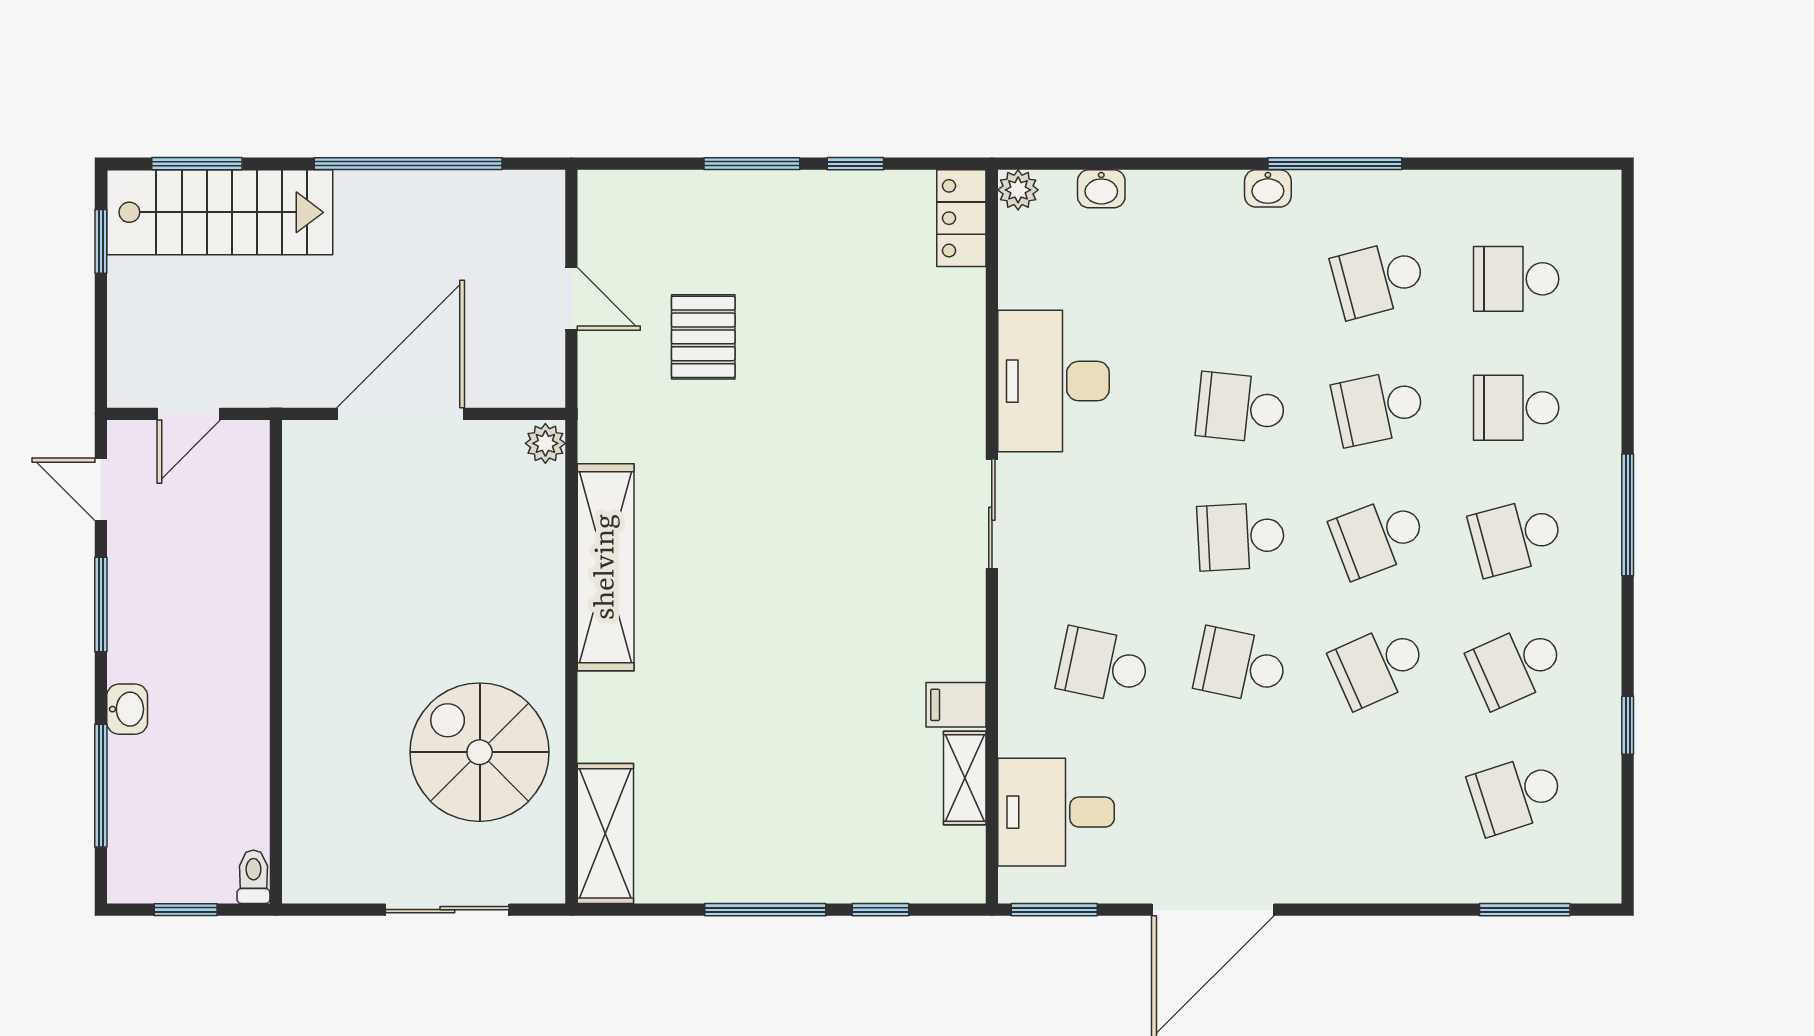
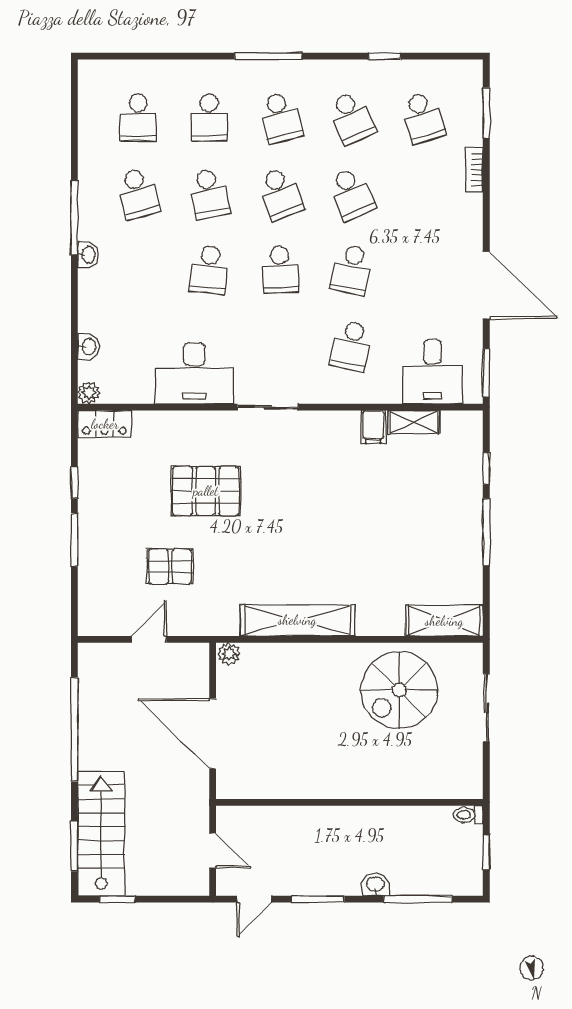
pallet: (840, 401) -> (206, 491), added
bookcase: (1422, 888) -> (474, 170), added

